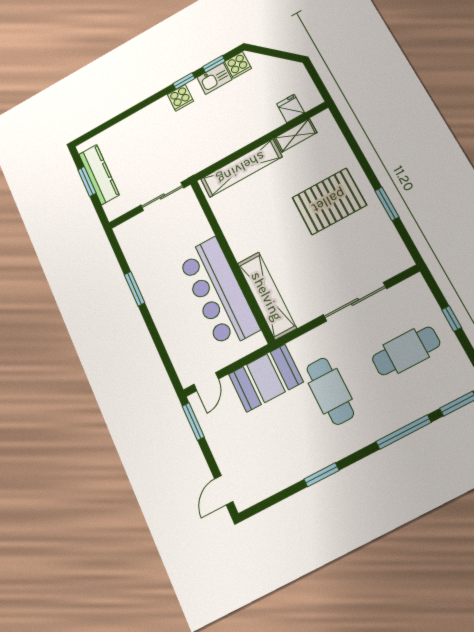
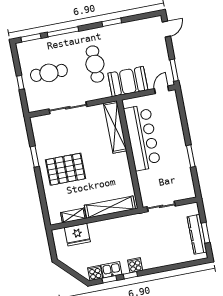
fridge: (291, 108) -> (77, 235), width x1.88, depth x1.34

